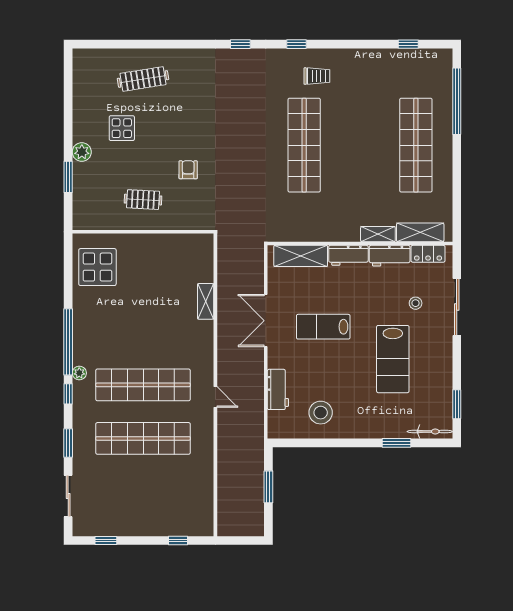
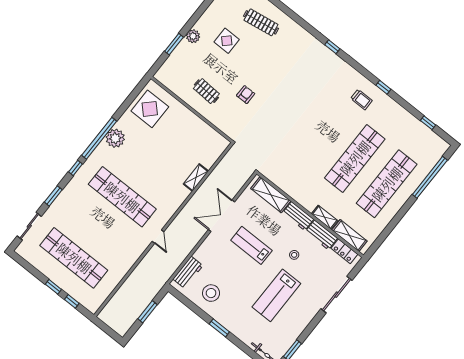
window: (297, 44) -> (383, 87), moved
shop shelf: (304, 145) -> (355, 158), moved
stool: (416, 303) -> (294, 255), moved
plant: (79, 373) -> (115, 138), moved, width x1.88, depth x1.88
workbench: (278, 389) -> (188, 272), moved
shop shelf: (143, 438) -> (74, 258), moved
window: (396, 443) -> (219, 328), moved
window: (106, 540) -> (53, 287), moved

